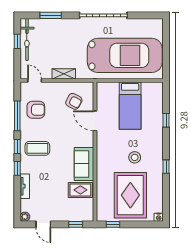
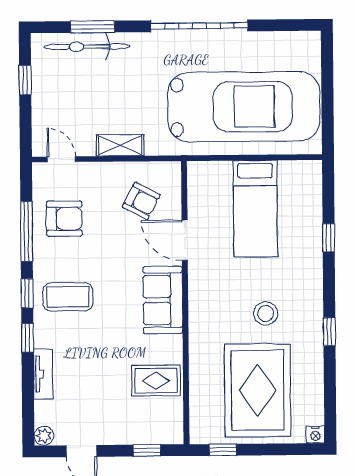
bicycle: (27, 39) -> (87, 47), moved, turned 90
sofa: (84, 164) -> (163, 300), moved

